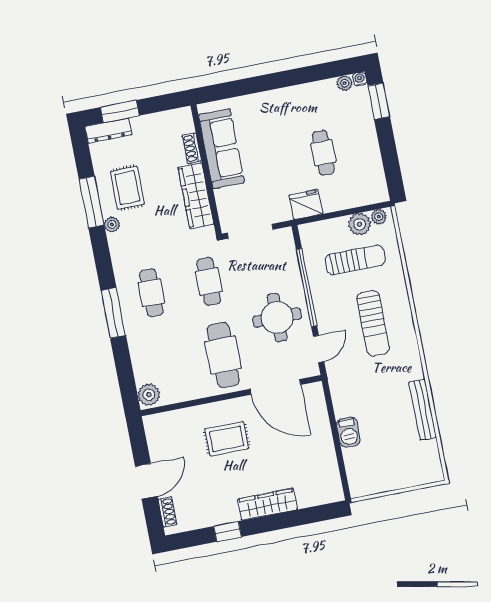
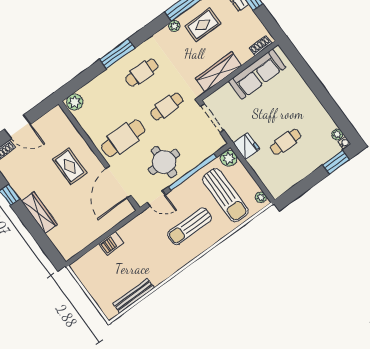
shoe rack: (192, 148) -> (261, 46), moved
plant: (360, 224) -> (229, 158), moved
sun lounger: (355, 260) -> (225, 195), width x1.36, depth x1.34
bench: (423, 410) -> (134, 296), moved

